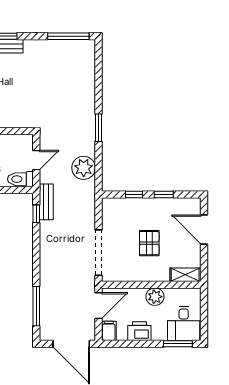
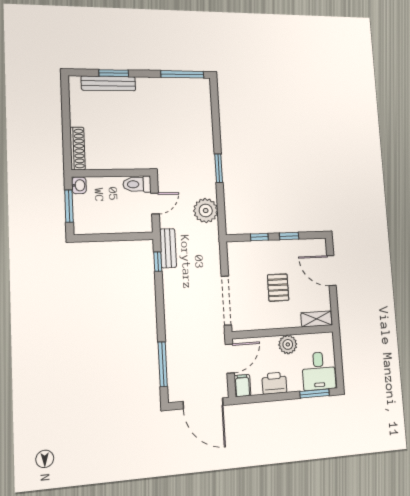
toilet: (20, 179) -> (137, 184), moved

